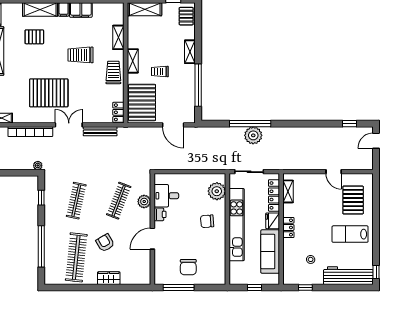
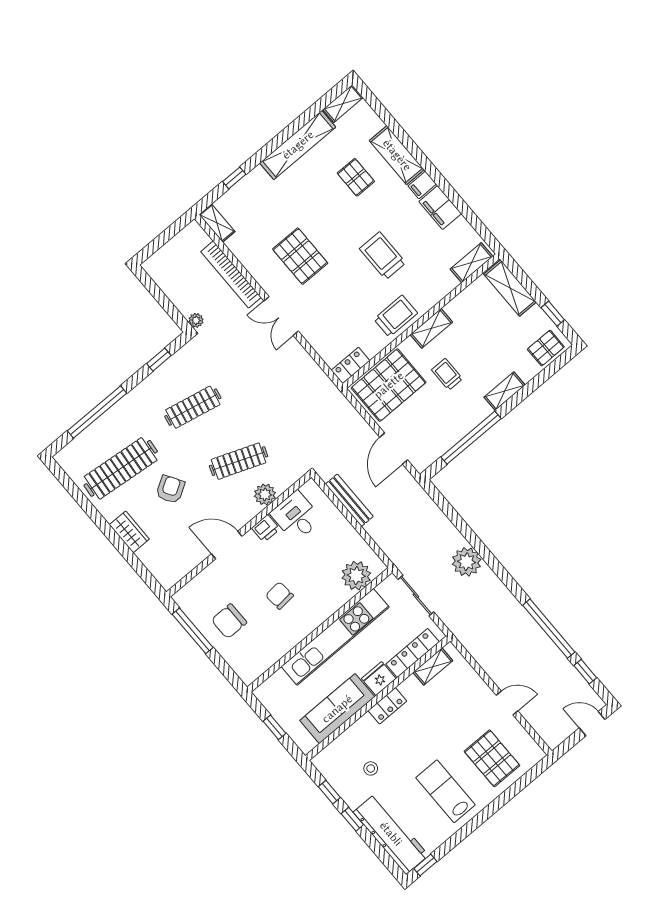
shelving: (118, 37) -> (472, 263), moved
pallet: (49, 93) -> (300, 256), width x0.73, depth x0.71
window: (250, 124) -> (549, 629), moved
double door: (69, 125) -> (281, 316), swing flipped
bench: (100, 131) -> (349, 500), moved
door: (334, 172) -> (507, 703), swing flipped
pallet: (353, 200) -> (492, 758), turned 90
chair: (207, 221) -> (279, 596), moved
window: (327, 288) -> (352, 819), added

